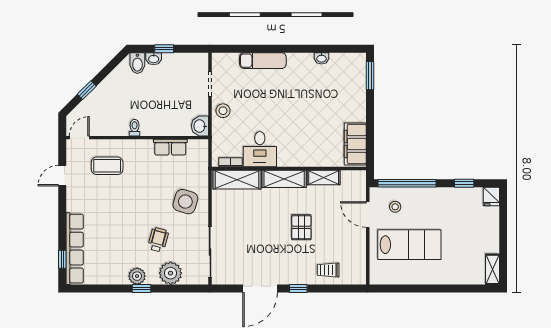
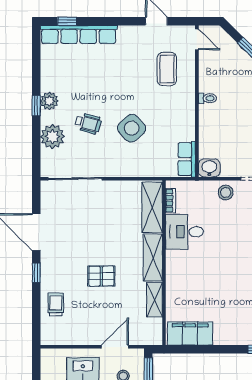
row of seats: (170, 147) -> (187, 159), moved
side table: (185, 202) -> (132, 128), moved, turned 31

